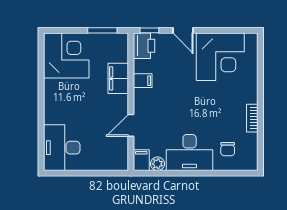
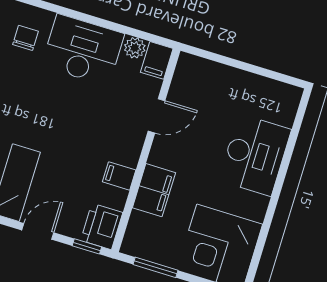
door: (183, 30) -> (38, 231), hinge flipped
desk: (62, 148) -> (255, 155), moved

